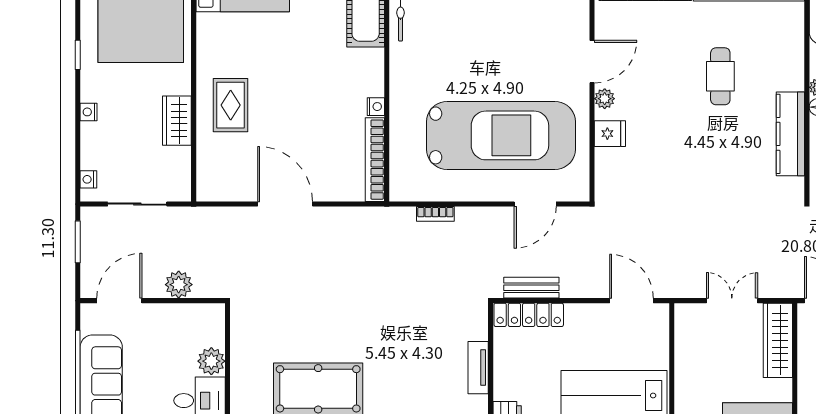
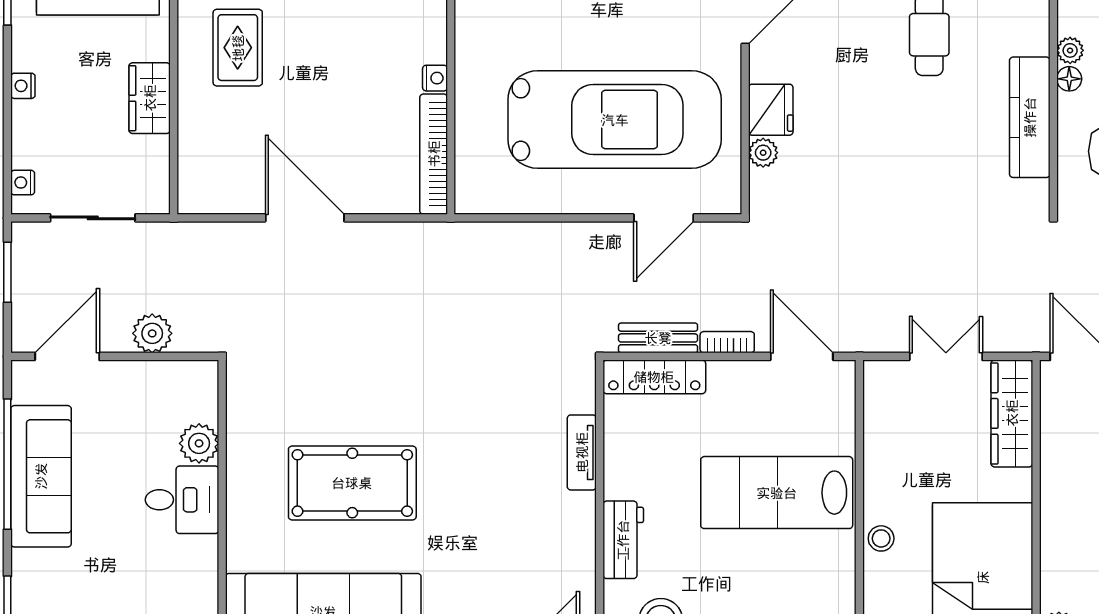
plant: (605, 99) -> (763, 153), moved
rug: (231, 105) -> (238, 48), moved
fridge: (610, 134) -> (771, 110), width x1.38
bookcase: (435, 214) -> (727, 342), moved, turned 180

